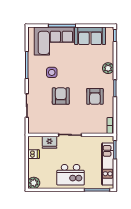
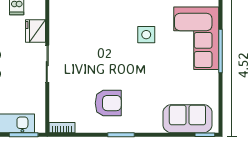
sofa: (90, 36) -> (187, 119), moved, turned 90
plant: (108, 68) -> (153, 124), removed
armchair: (61, 96) -> (109, 49), removed
armchair: (95, 96) -> (108, 103), turned 180

